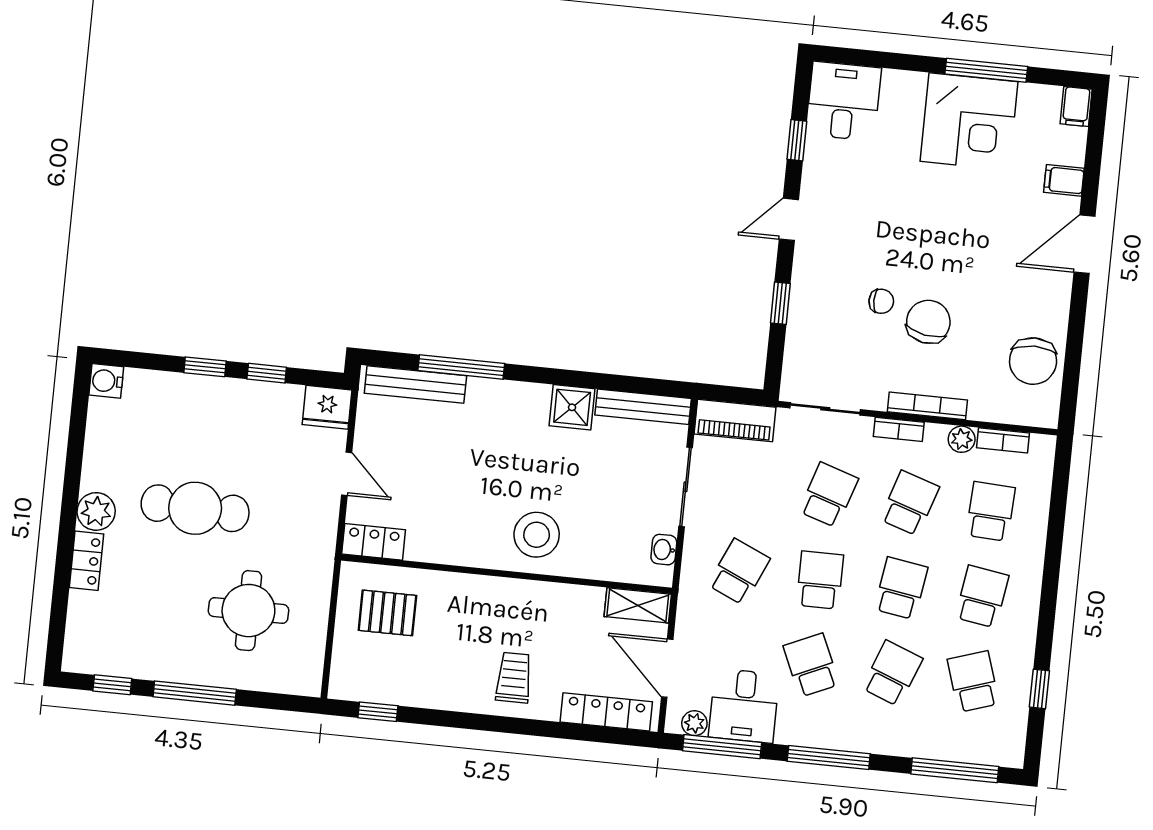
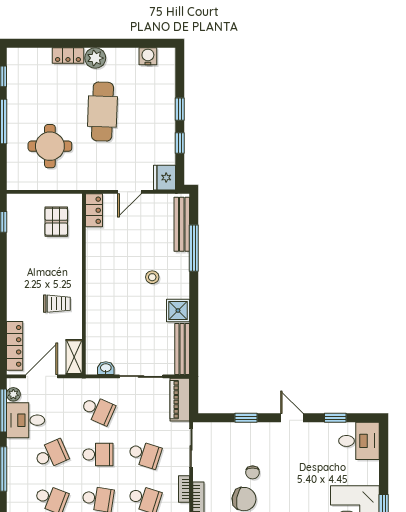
water cooler: (106, 381) -> (148, 56), moved
stool: (537, 535) -> (152, 277), moved, width x0.53, depth x0.53
trolley: (514, 678) -> (57, 304), moved

